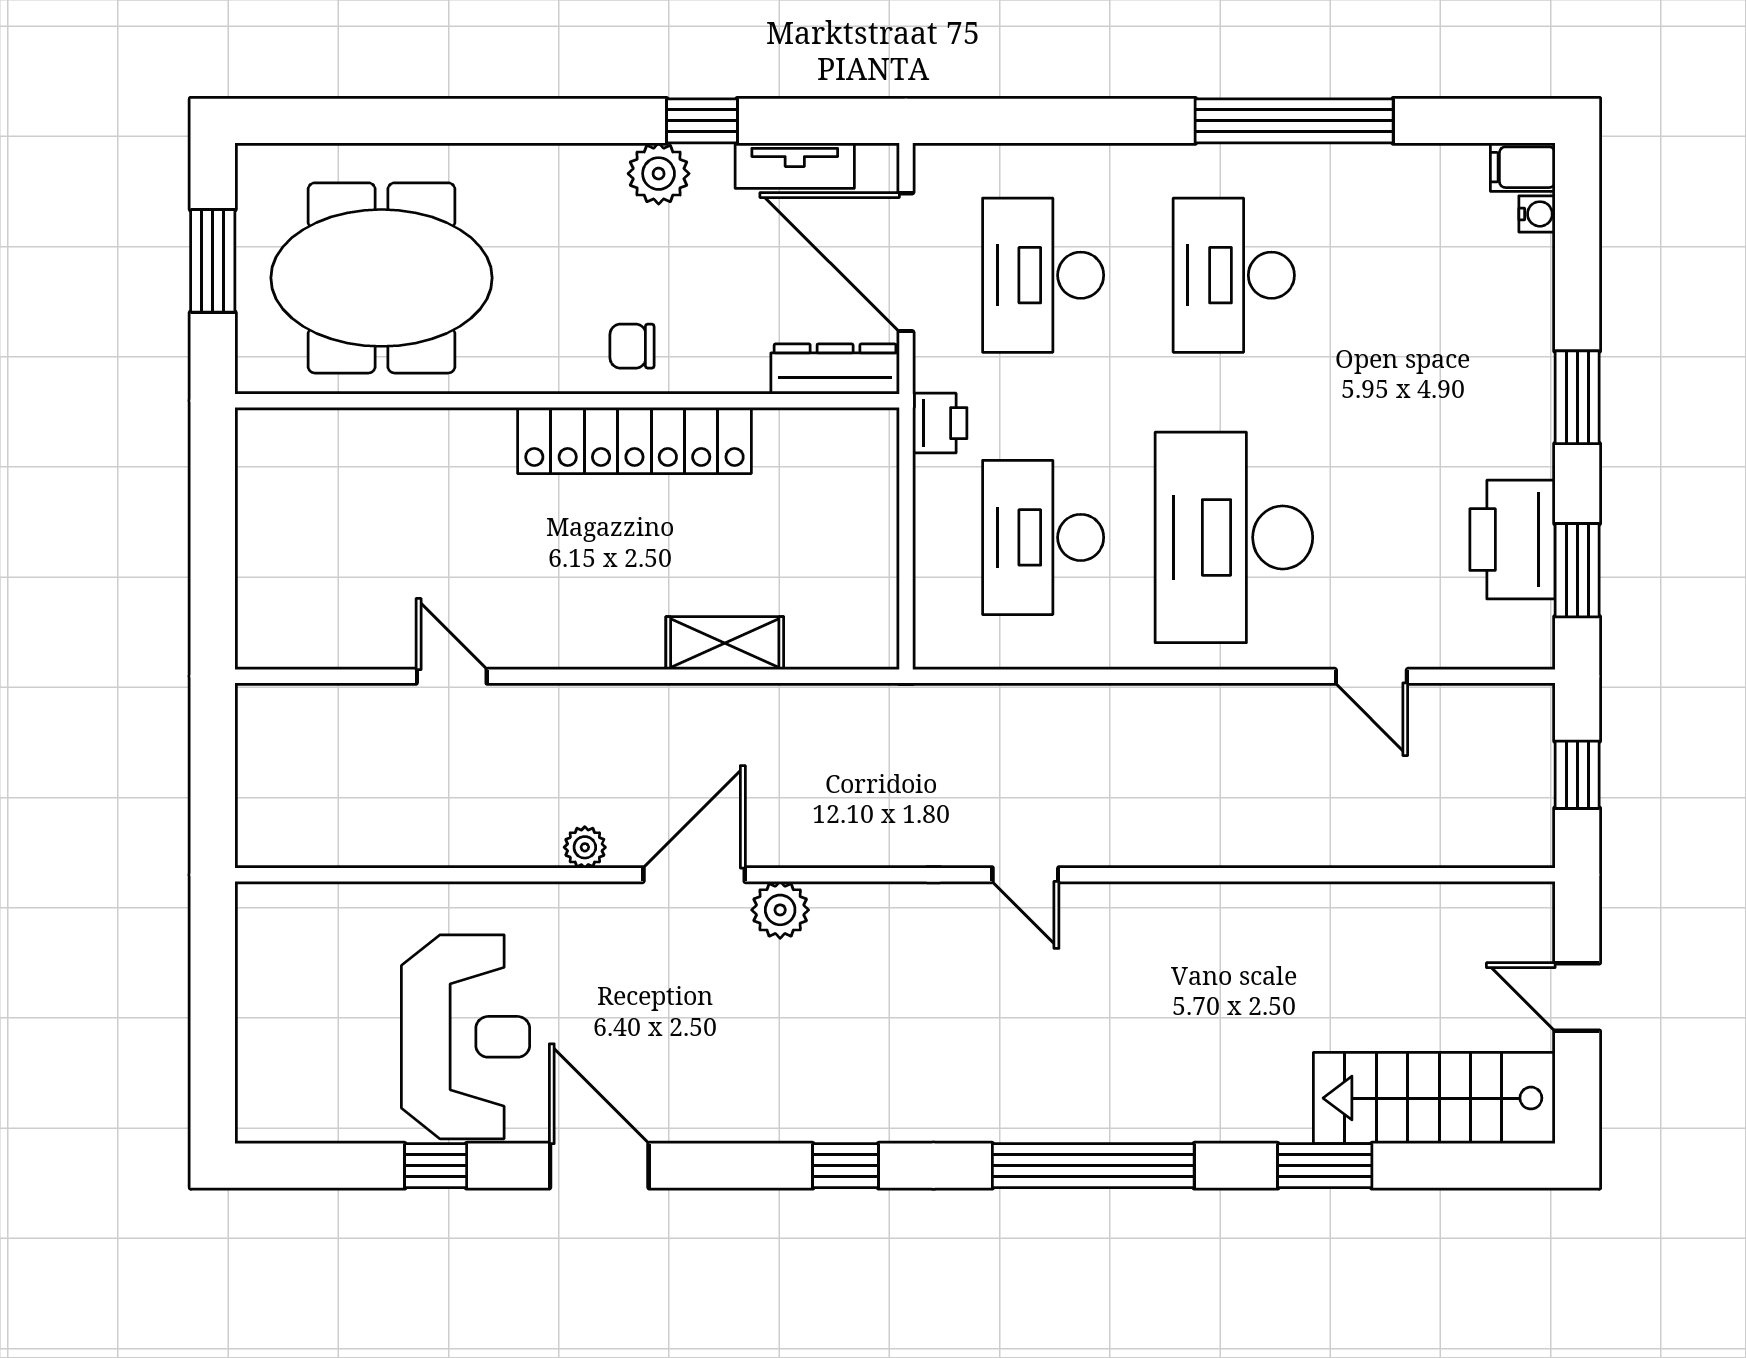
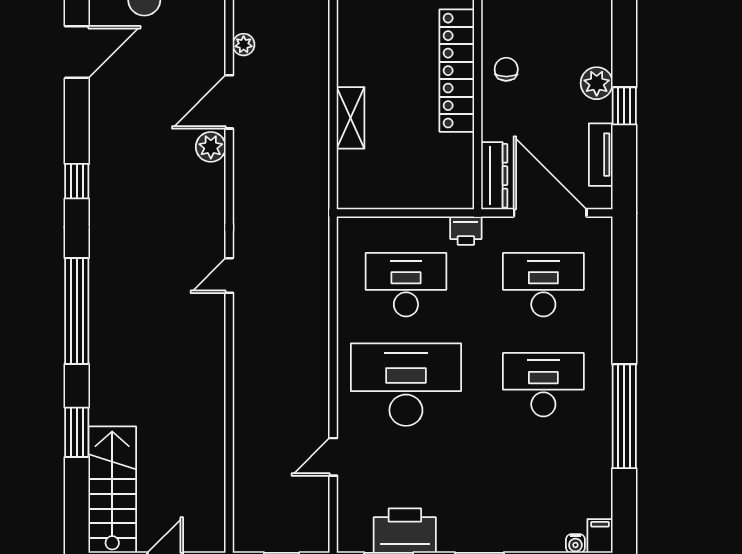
door: (906, 262) -> (550, 213), hinge flipped
door: (694, 875) -> (229, 102), swing flipped

